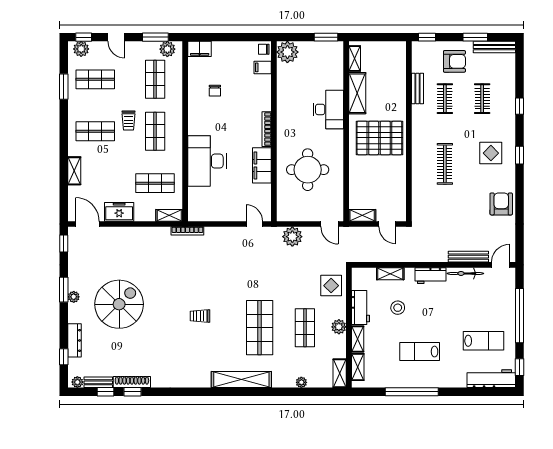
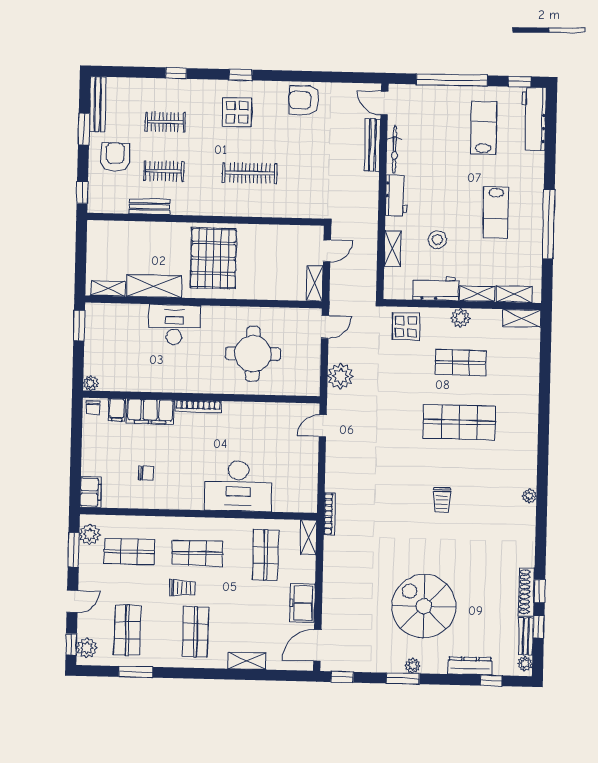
plant: (287, 52) -> (91, 383), width x0.53, depth x0.53
filing cabinet: (262, 165) -> (150, 411), moved
shelving: (241, 380) -> (527, 448), removed
plant: (301, 382) -> (529, 496), moved

